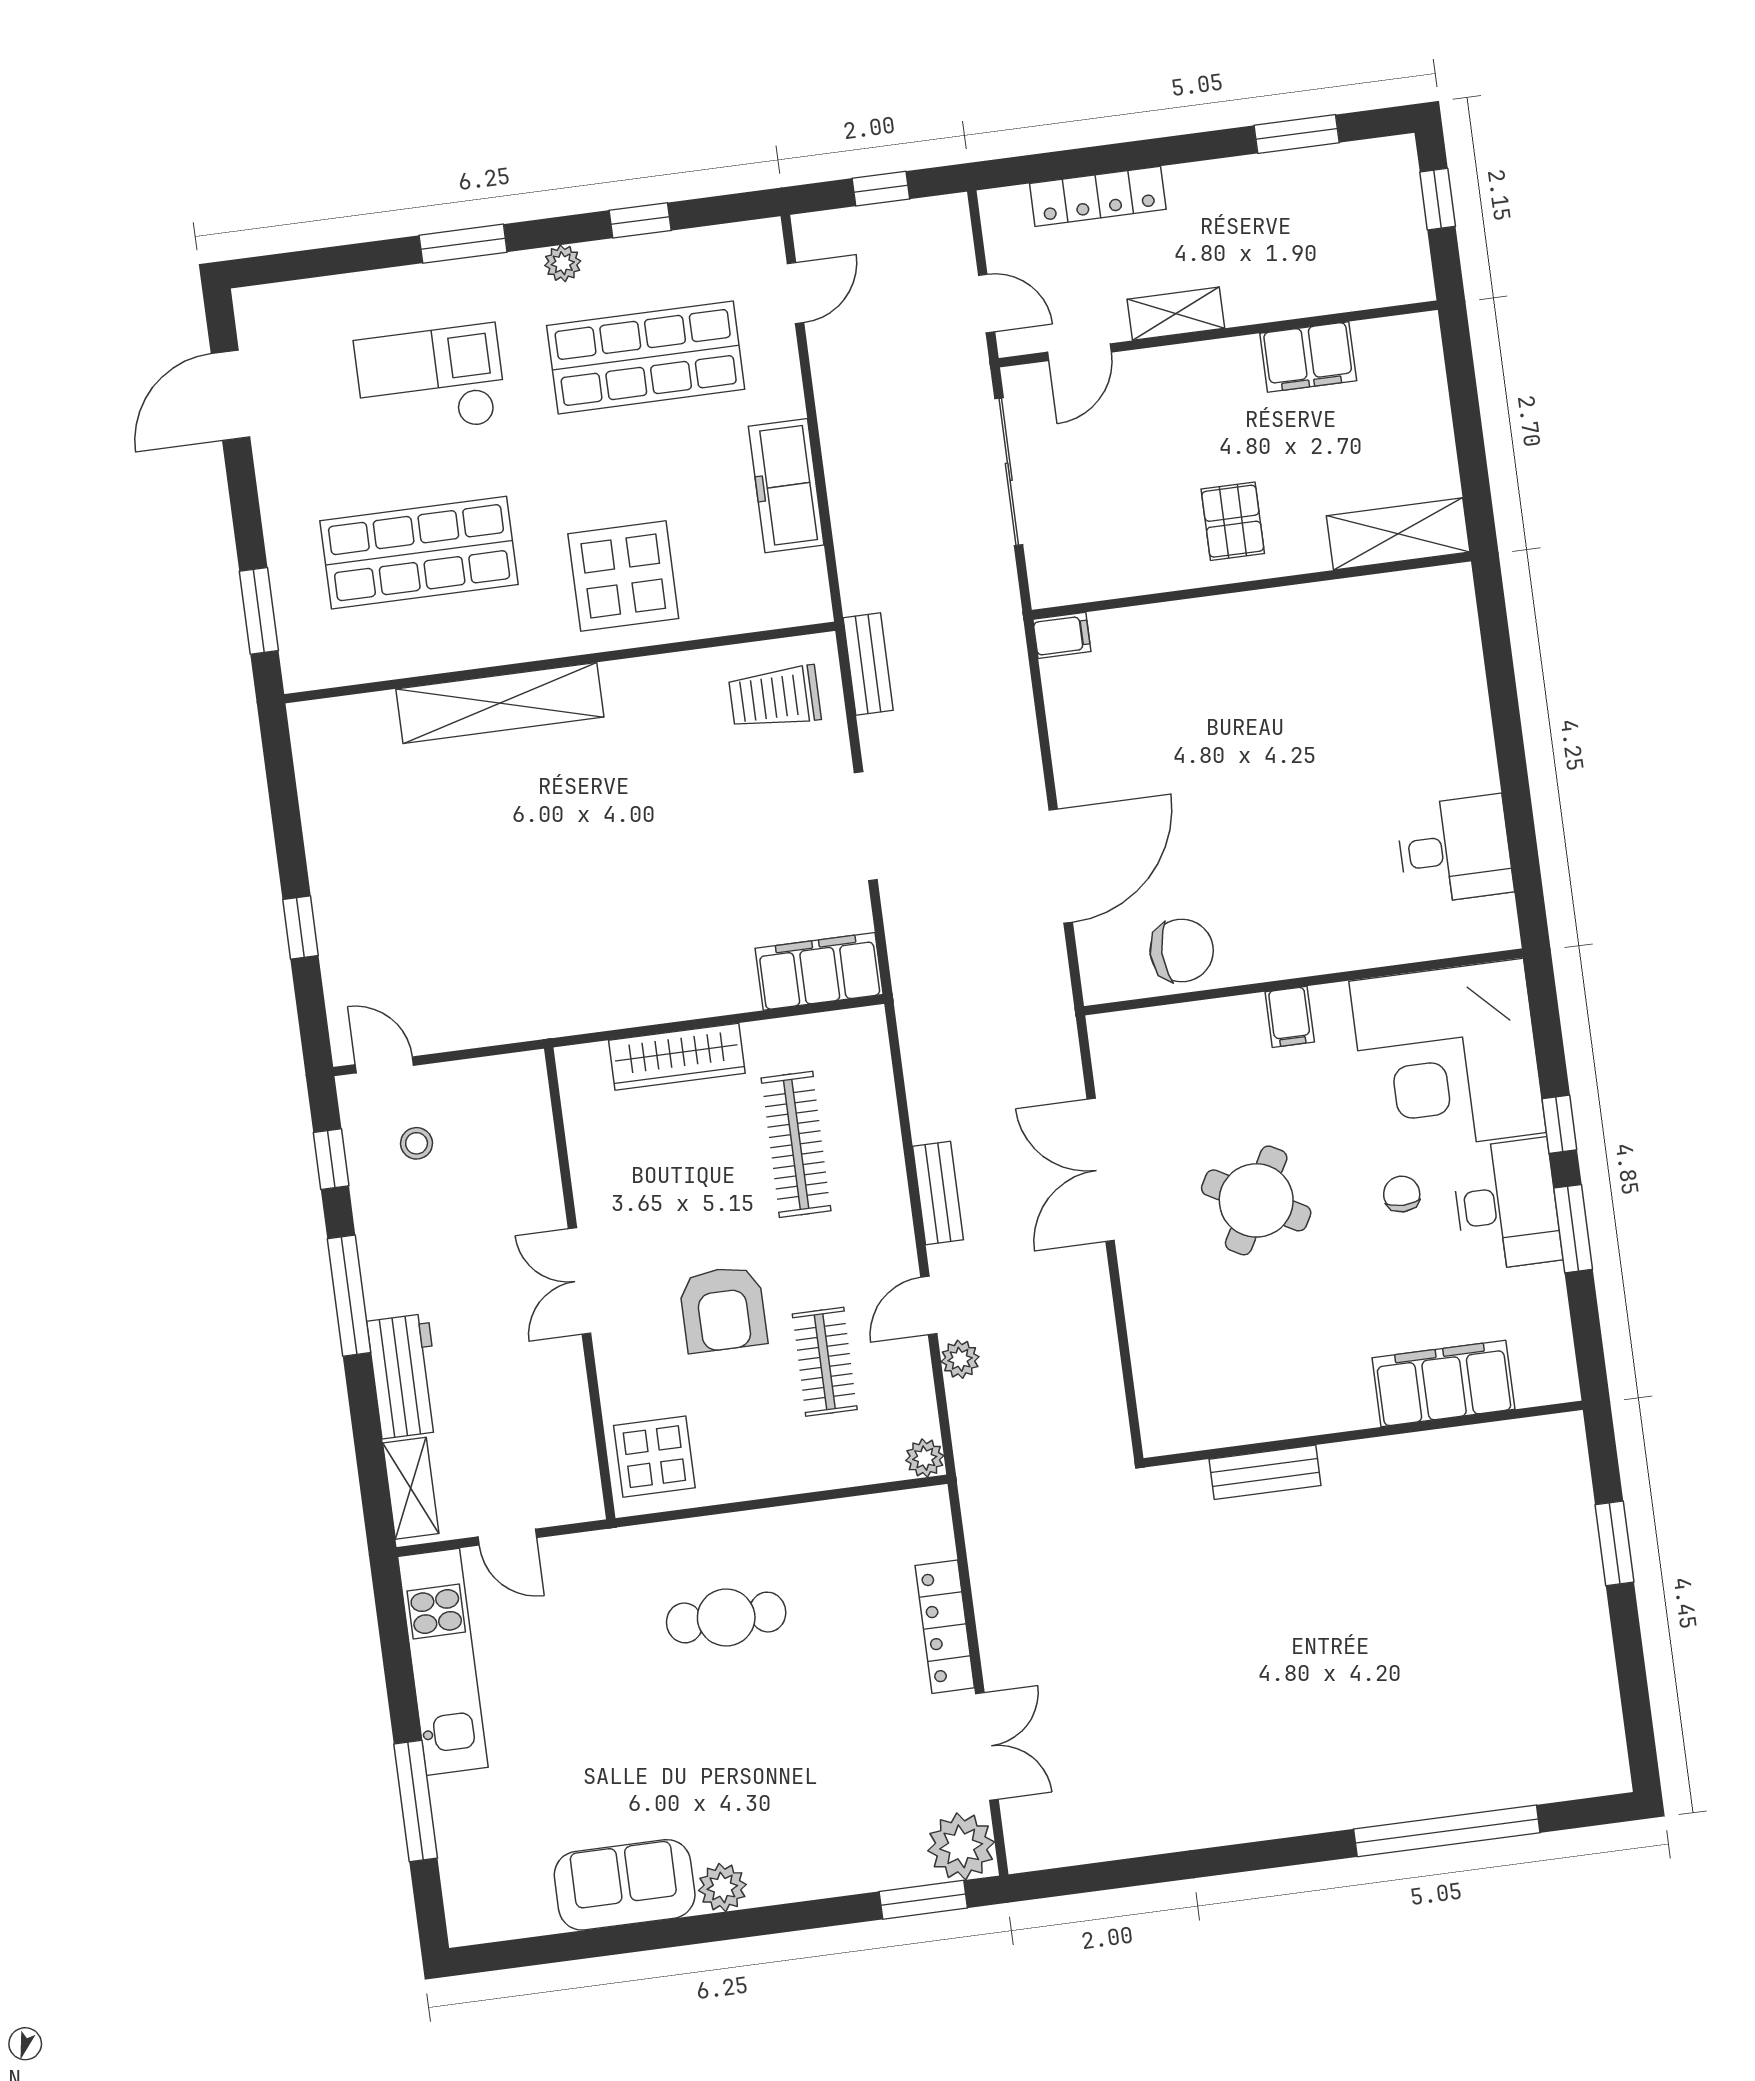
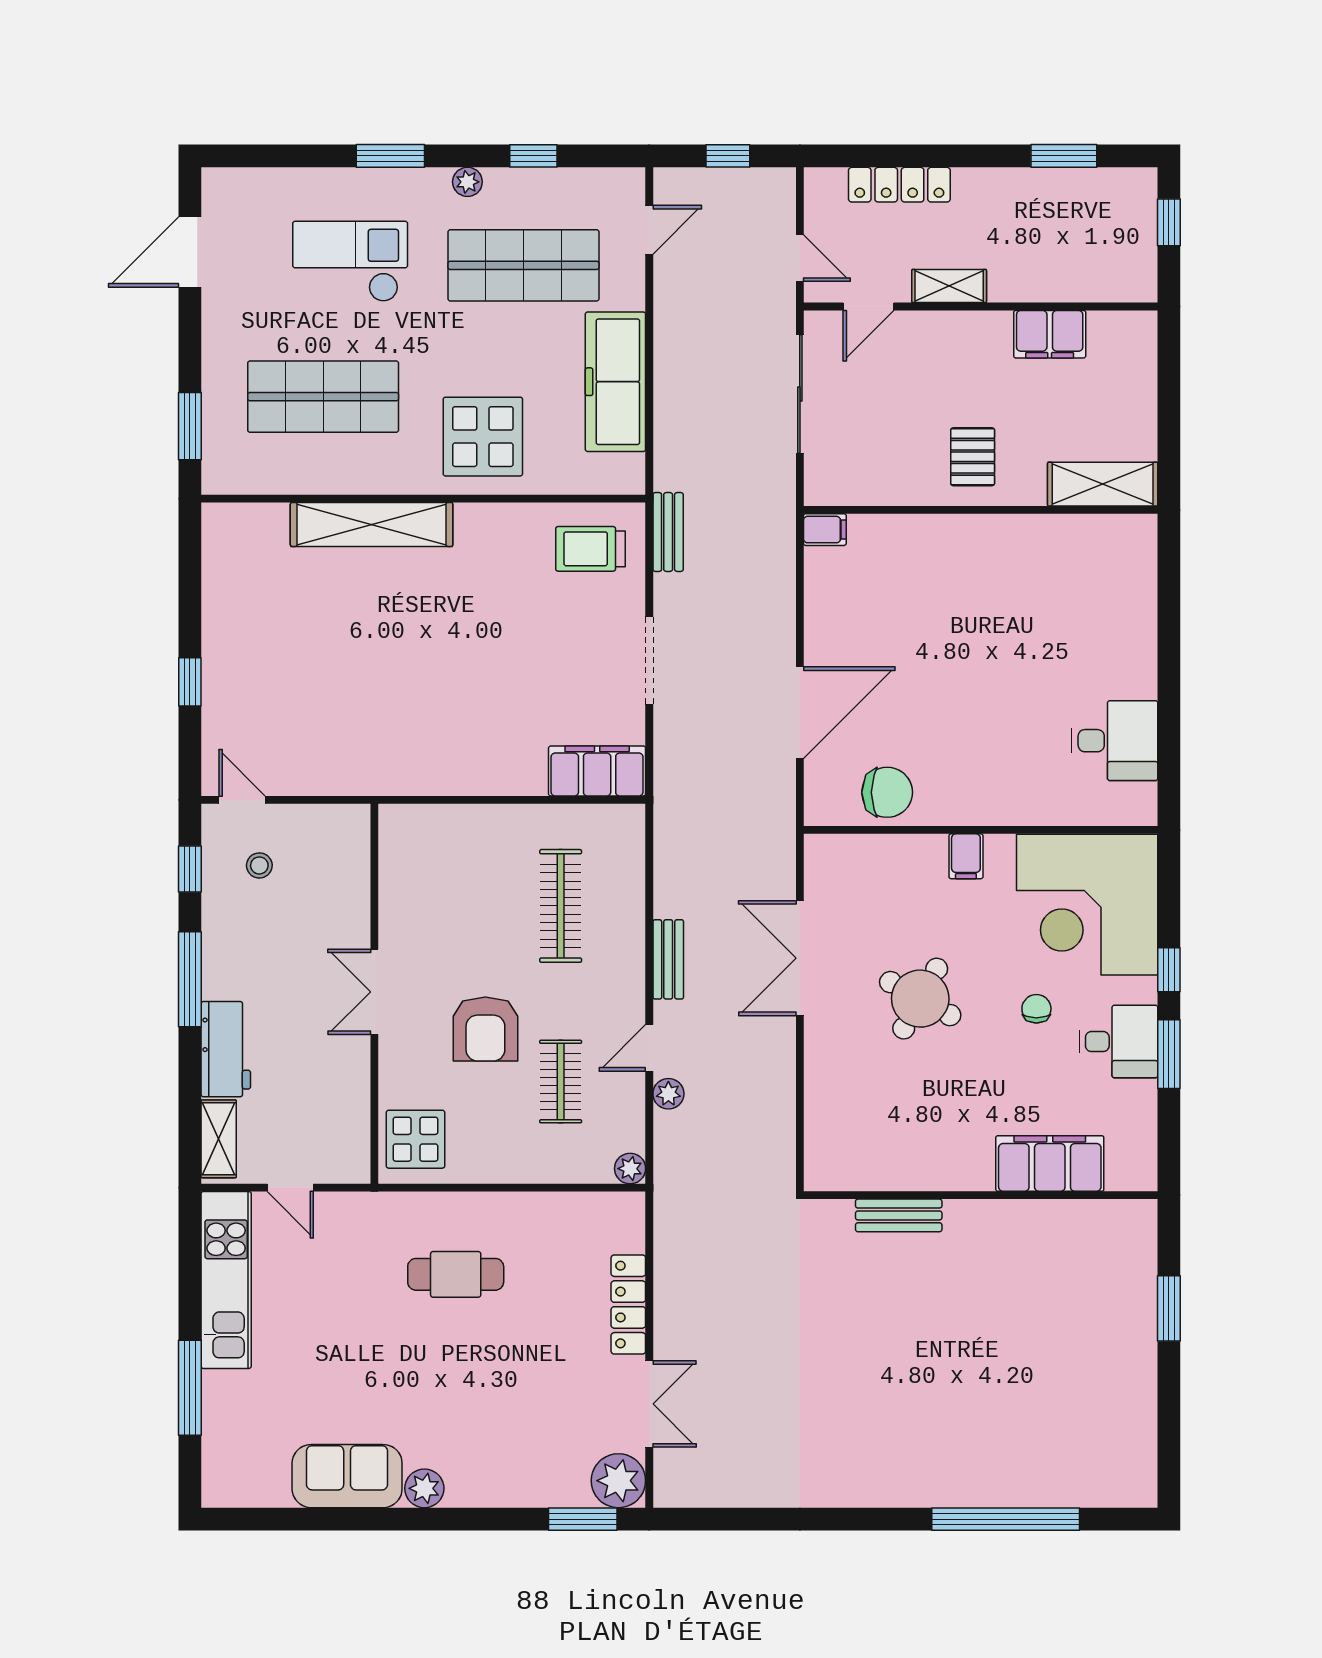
freezer: (786, 486) -> (615, 382), width x1.36, depth x1.26
wardrobe: (677, 1057) -> (475, 824), removed
desk: (1506, 1205) -> (1118, 1042), width x0.73

